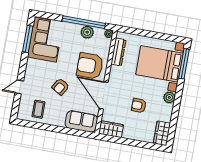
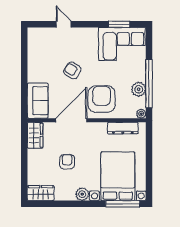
window: (28, 39) -> (119, 24), width x0.69
coffee table: (38, 109) -> (43, 50), removed

